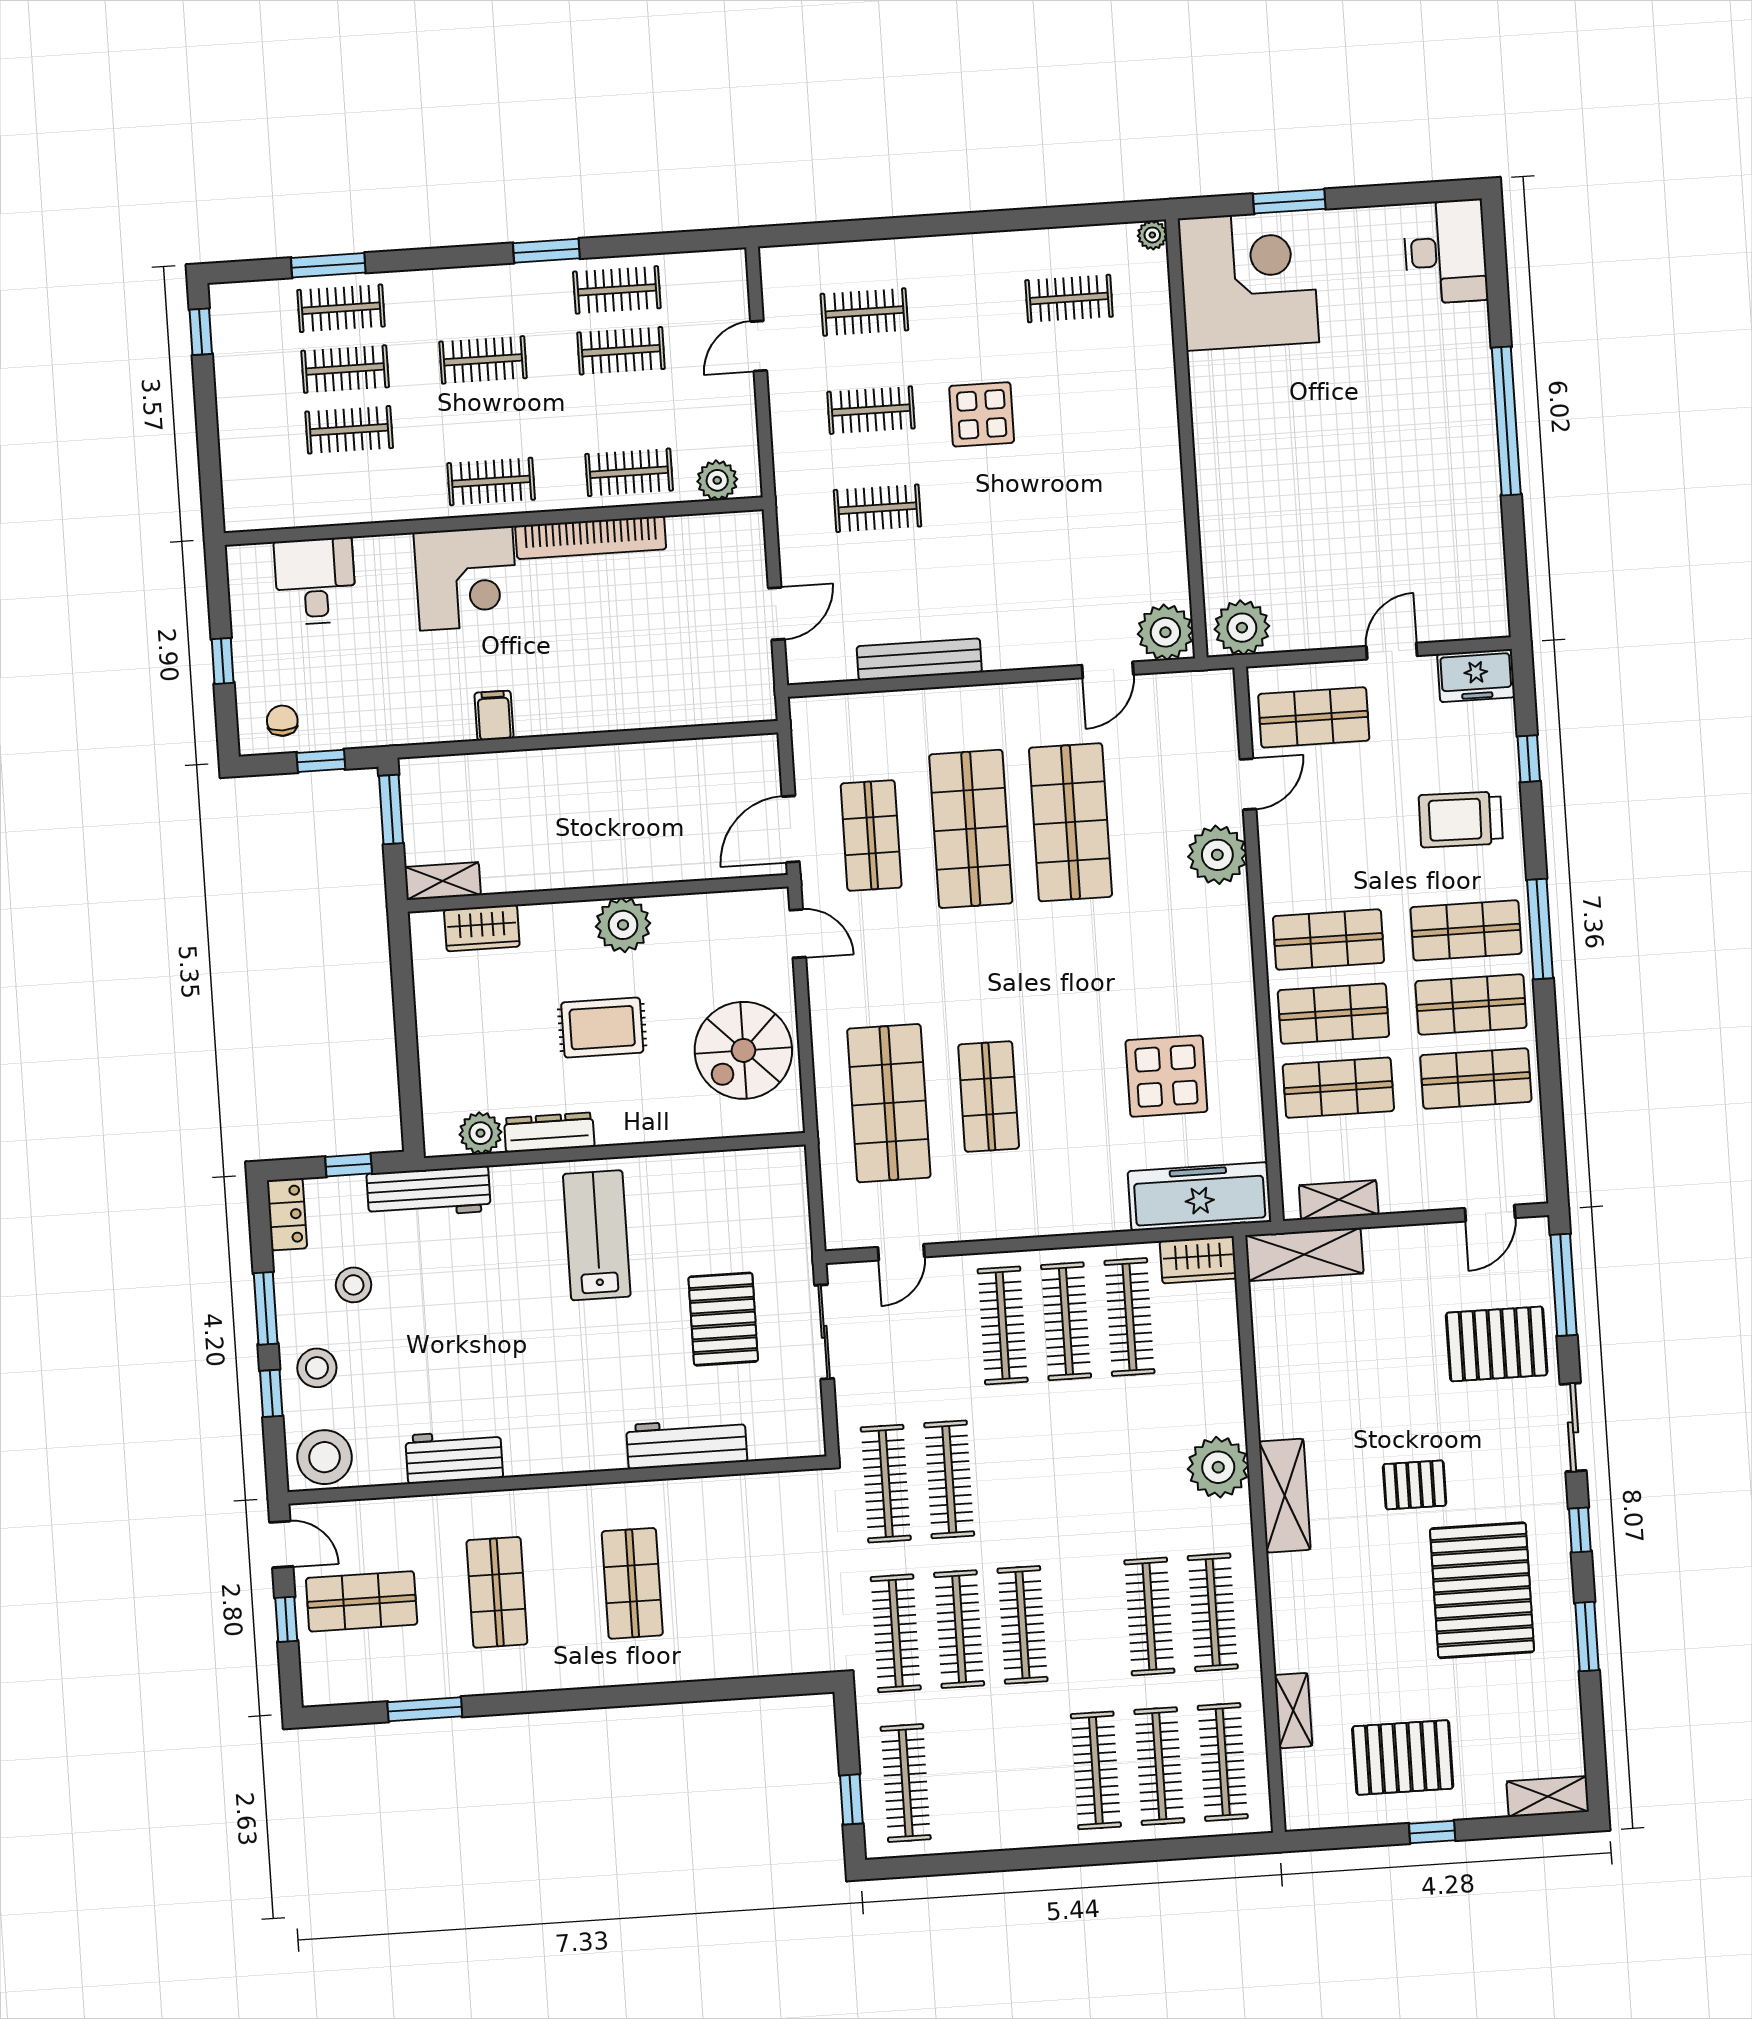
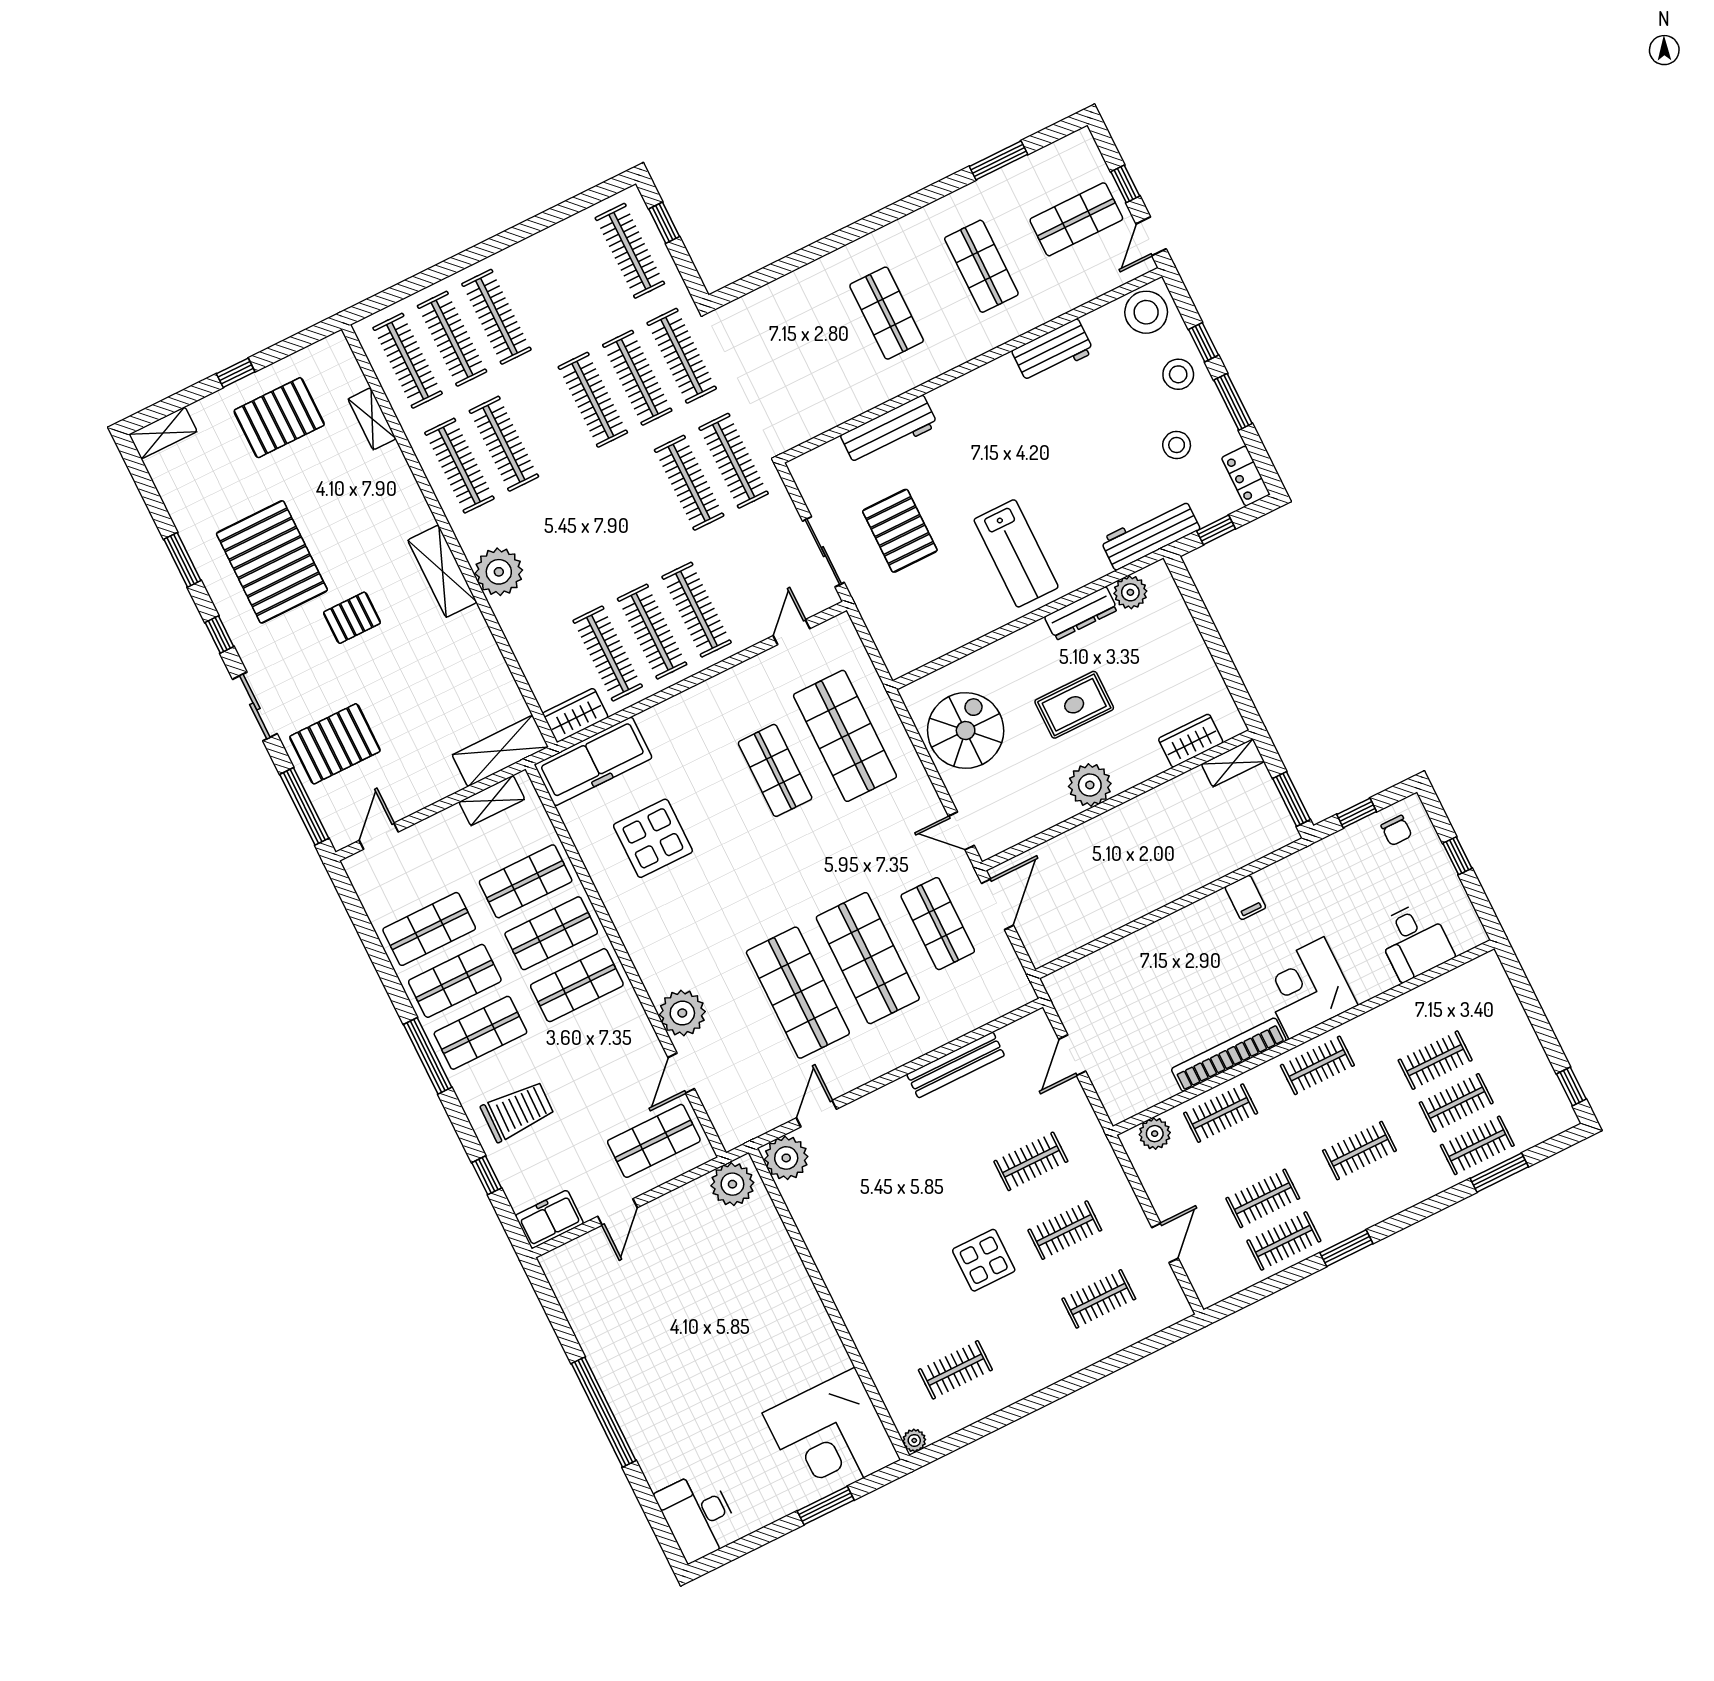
door: (281, 1544) -> (1151, 236), hinge flipped

